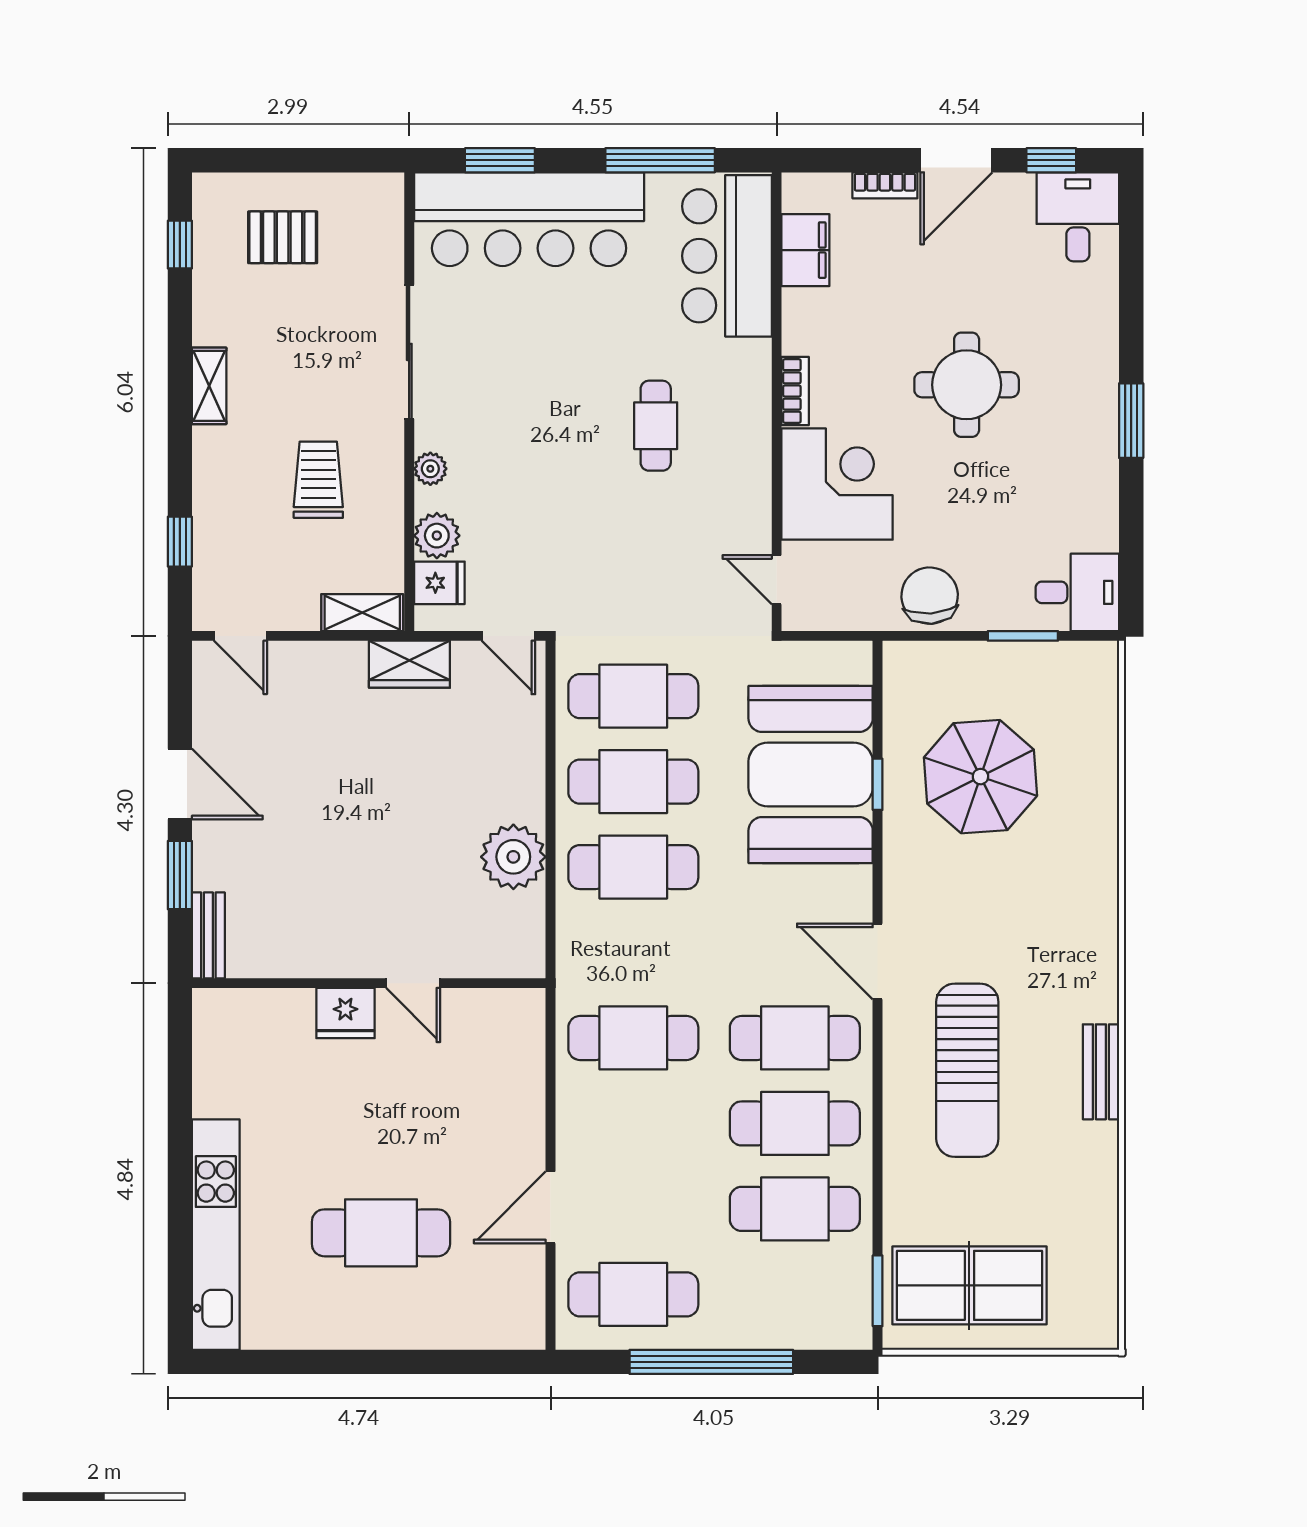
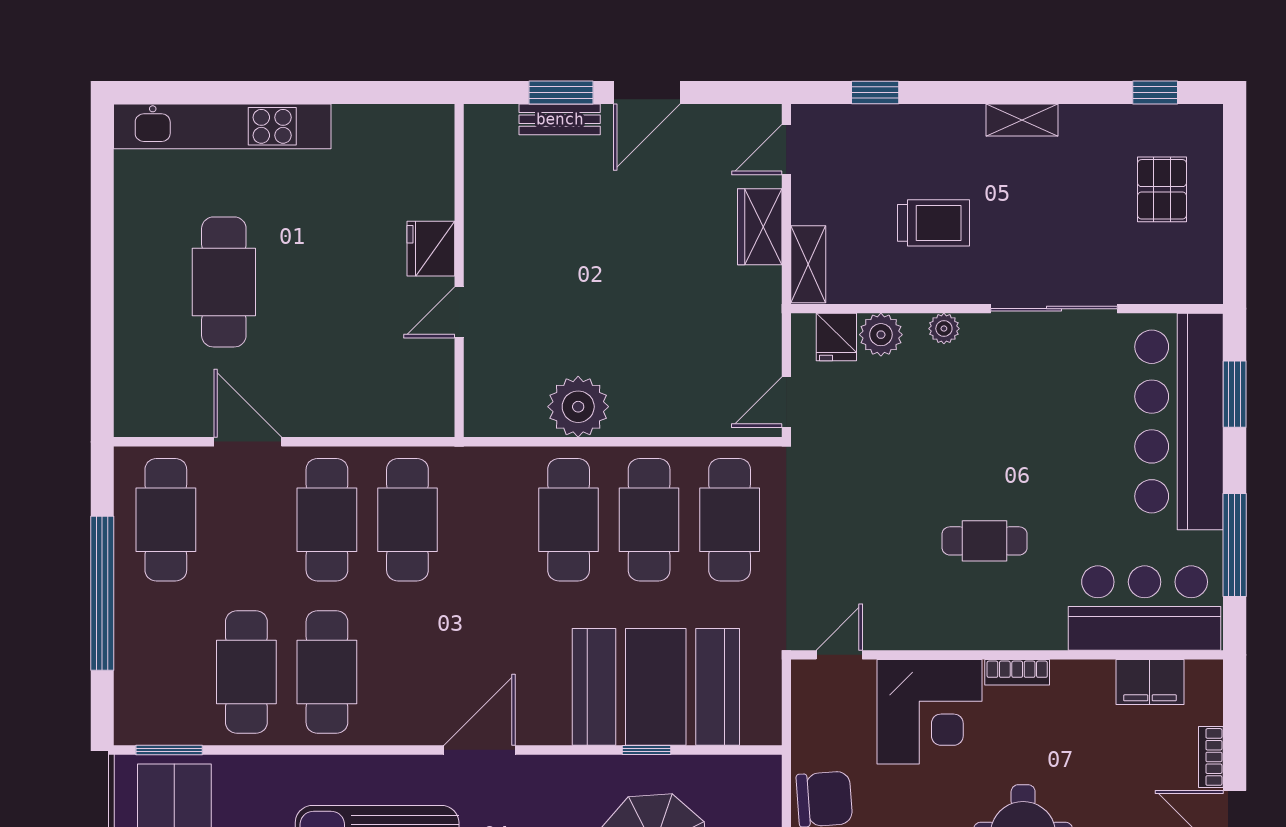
wardrobe: (409, 664) -> (760, 227), moved
bench: (208, 935) -> (560, 119), moved
cafe table: (795, 1038) -> (327, 520), moved

